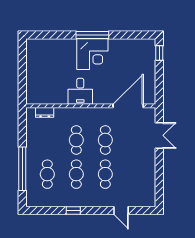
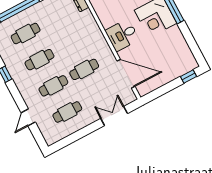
desk: (80, 91) -> (122, 35), moved
double door: (159, 135) -> (114, 116), swing flipped
cafe table: (76, 140) -> (67, 112), moved

